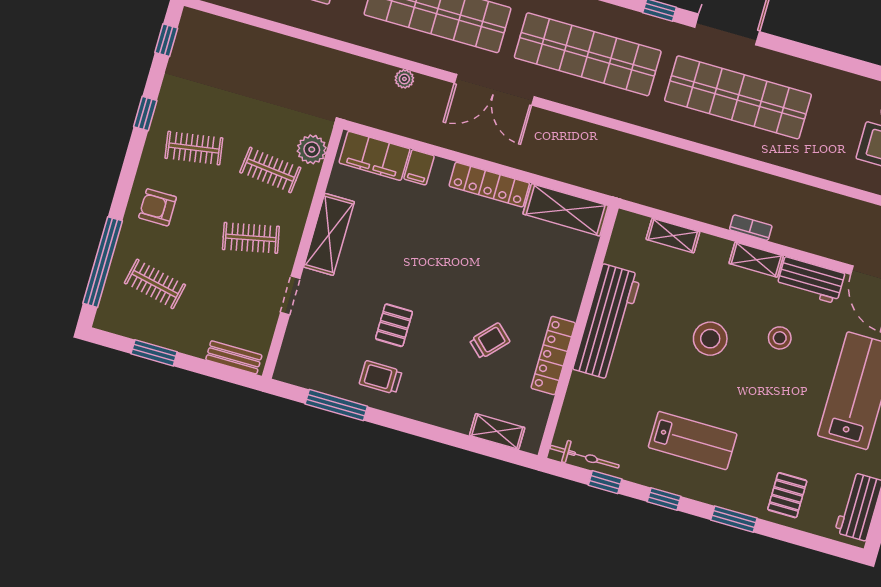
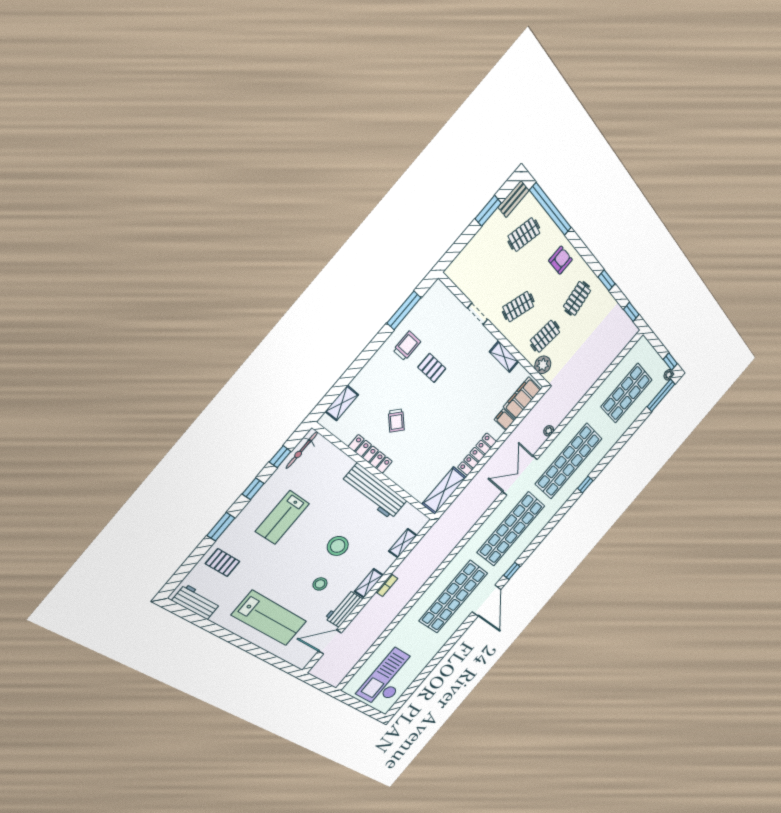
shelving: (329, 234) -> (504, 357), width x0.67, depth x0.75
clothes rail: (251, 238) -> (518, 307), turned 30
bench: (234, 357) -> (514, 199), moved

